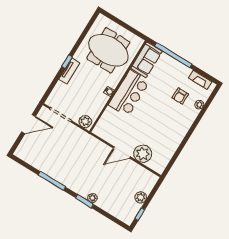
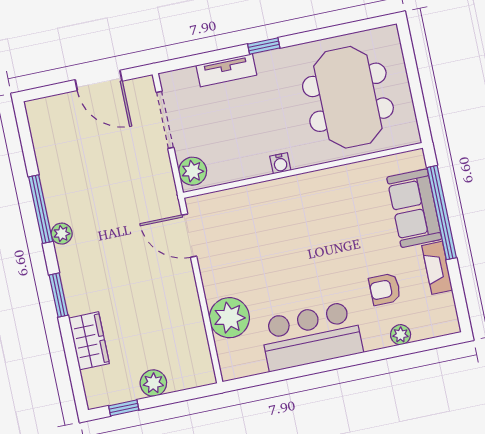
sofa: (146, 60) -> (414, 208), moved, turned 90
tv unit: (69, 71) -> (226, 70), moved
fireplace: (200, 80) -> (437, 268), moved
bar counter: (129, 93) -> (311, 336), moved, turned 180
door: (122, 152) -> (189, 236), moved
plant: (92, 198) -> (62, 234), moved
wardrobe: (108, 205) -> (89, 341), added

